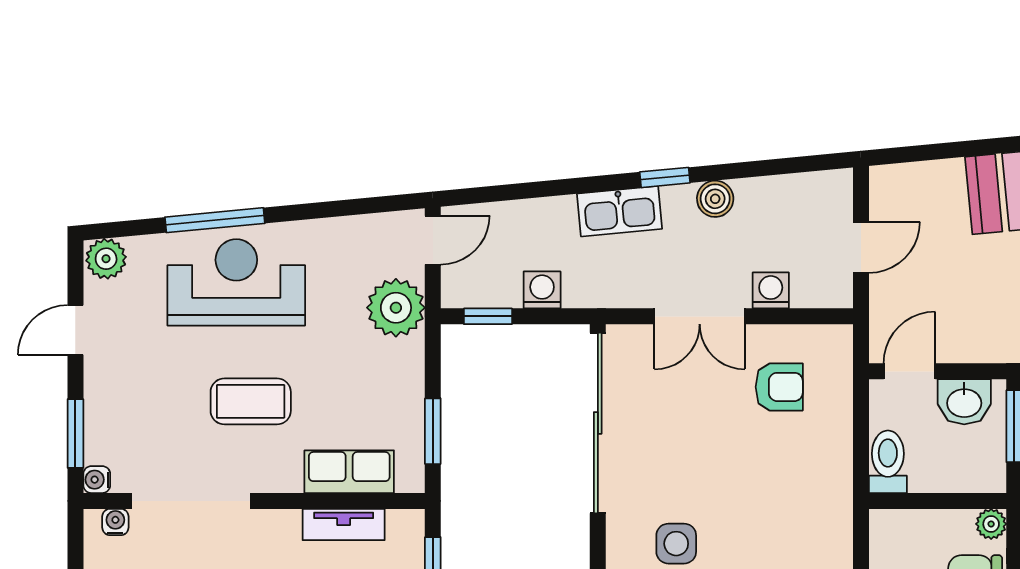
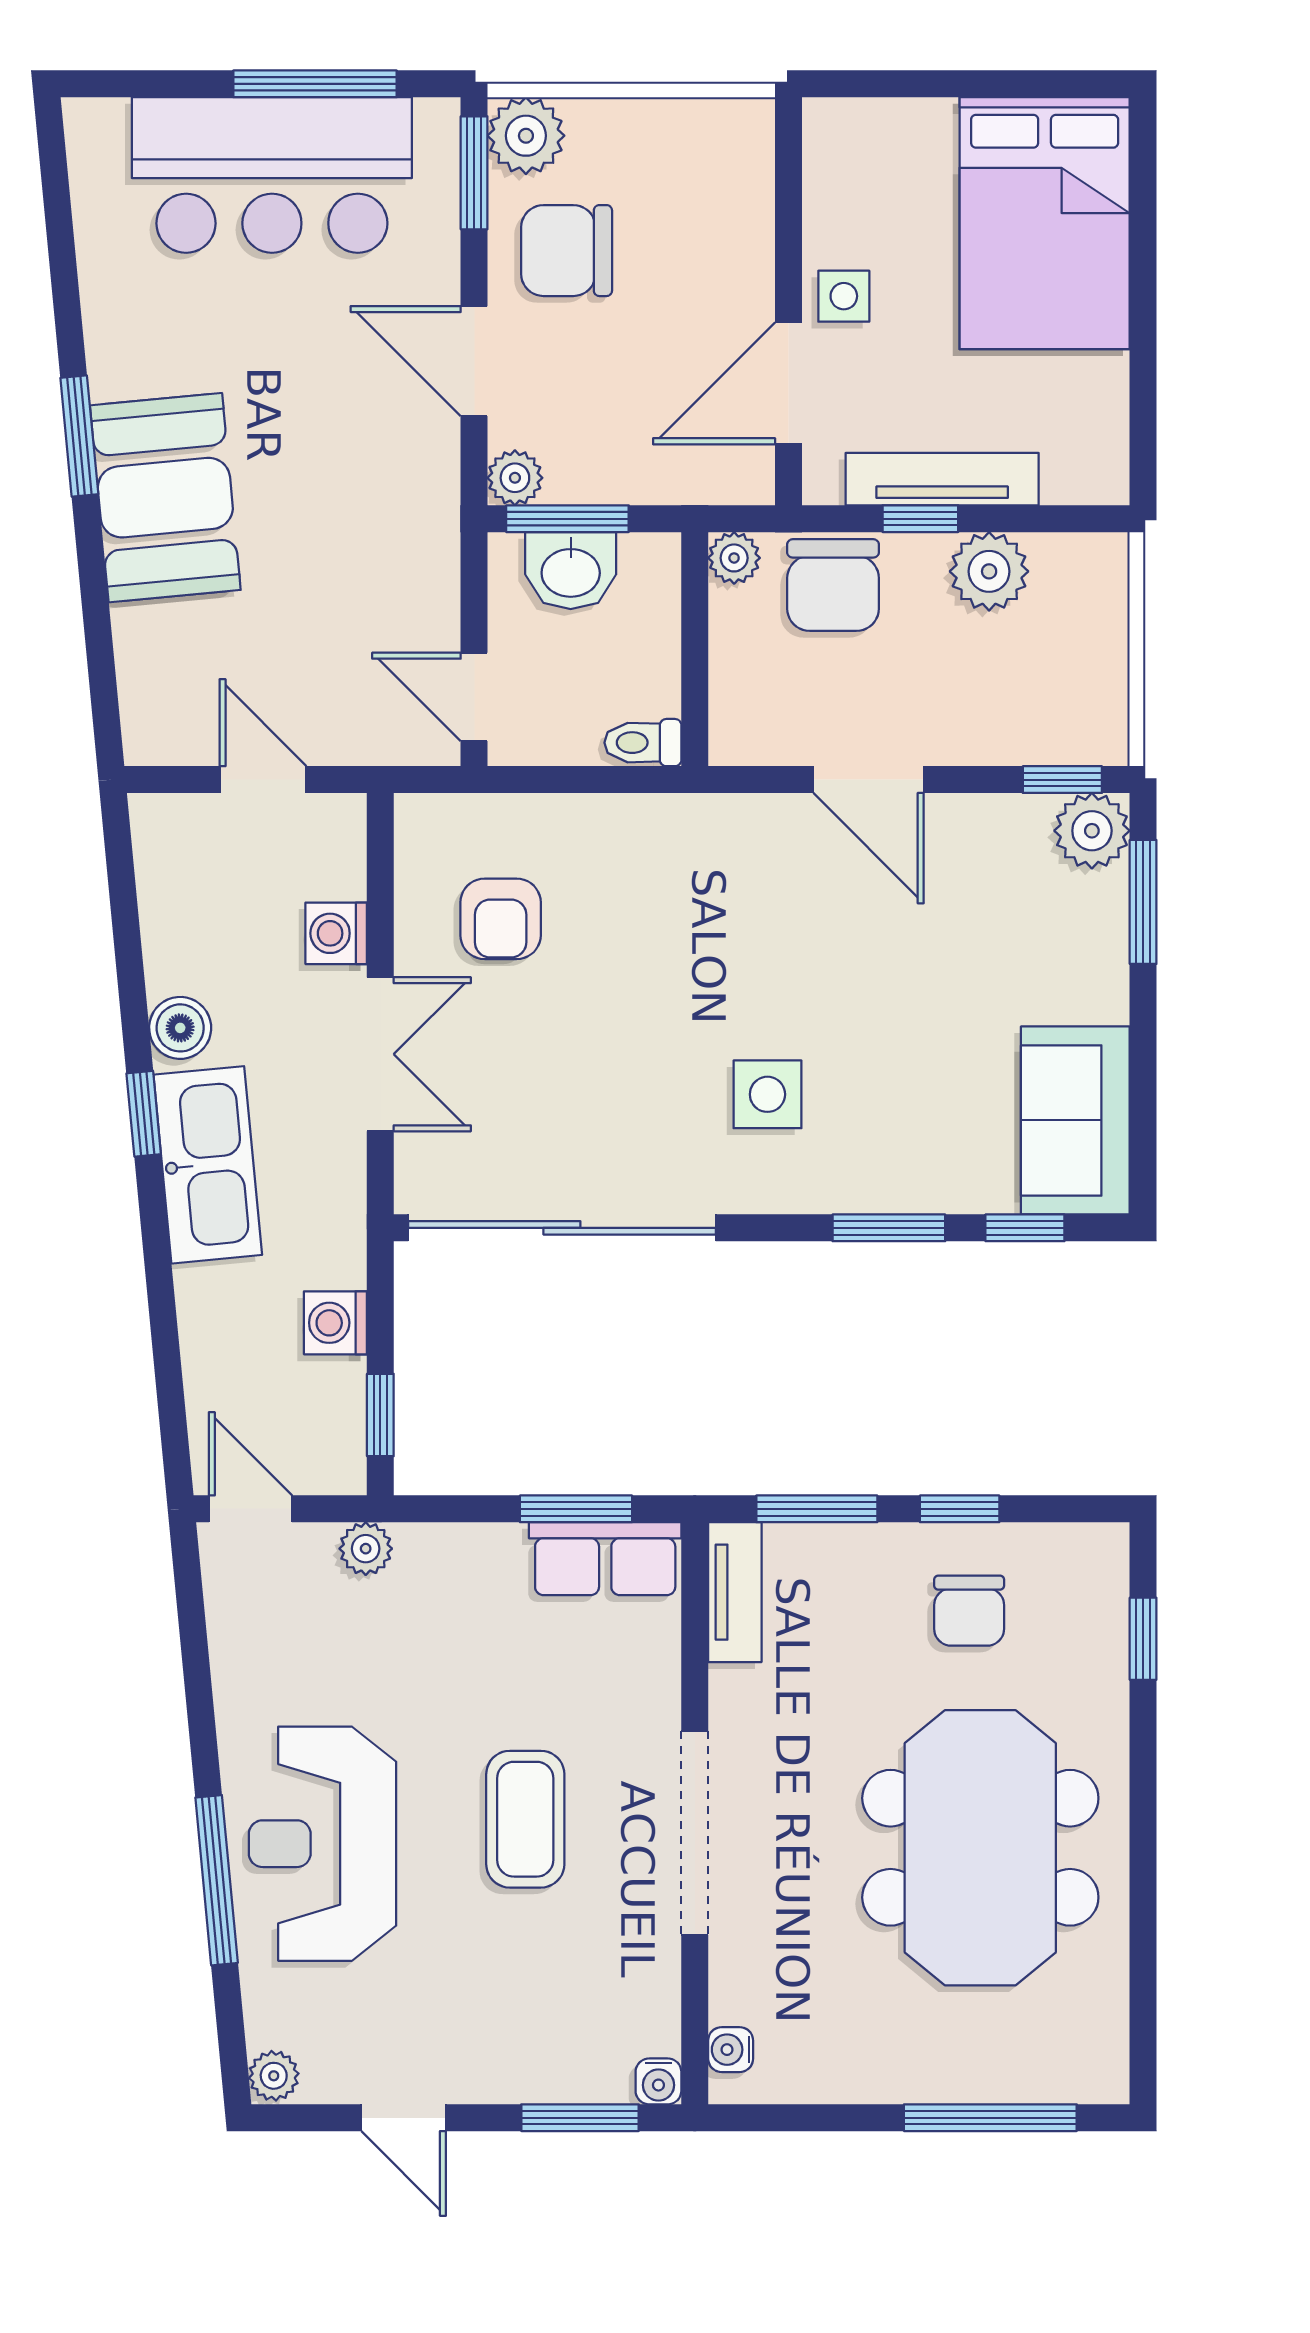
kitchen sink: (620, 211) -> (208, 1165), width x1.36, depth x1.24
plant: (106, 259) -> (274, 2076), width x0.73, depth x0.73
plant: (396, 308) -> (366, 1549), width x0.53, depth x0.53
armchair: (779, 387) -> (501, 919), turned 180
washbasin: (964, 402) -> (571, 571), moved, turned 90
toilet: (888, 462) -> (643, 743), width x0.73, depth x0.72
row of seats: (349, 472) -> (605, 1559), moved, turned -90
doorway: (191, 501) -> (695, 1833), moved
tv unit: (344, 524) -> (735, 1592), moved

